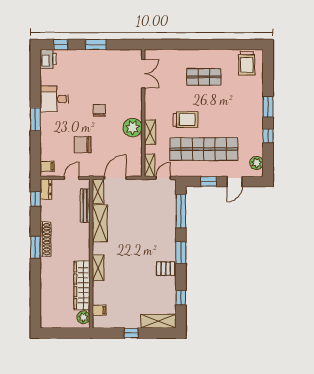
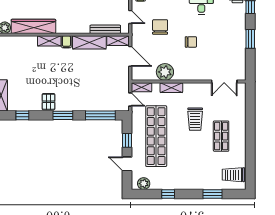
window: (268, 107) -> (212, 194), moved
trolley: (185, 120) -> (195, 119), moved
plant: (133, 128) -> (165, 72), moved
filing cabinet: (99, 310) -> (66, 42), moved

